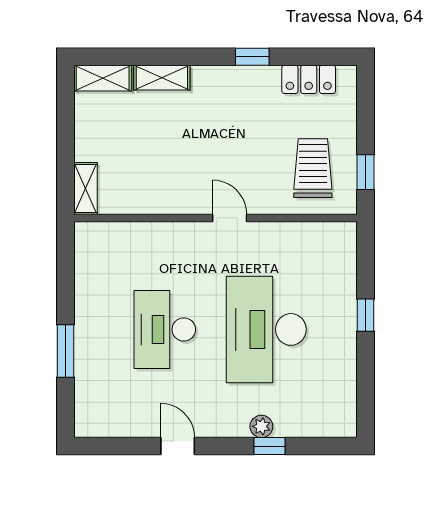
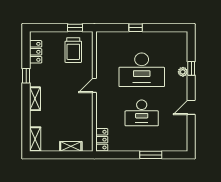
shelving: (162, 78) -> (35, 99), moved
trolley: (313, 168) -> (73, 50), turned -90
shelving: (85, 189) -> (71, 146), moved
locker: (102, 235) -> (102, 140), added

